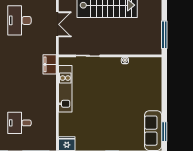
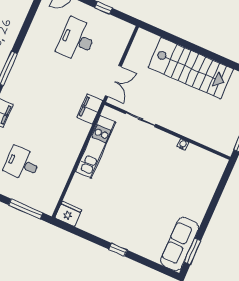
double door: (57, 24) -> (113, 81), moved

